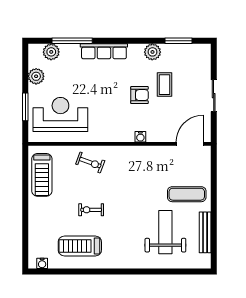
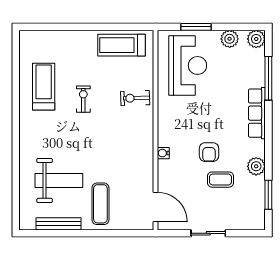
plant: (51, 52) -> (256, 39), moved
exercise bike: (90, 162) -> (135, 98), turned 68
water cooler: (42, 263) -> (25, 45), removed

